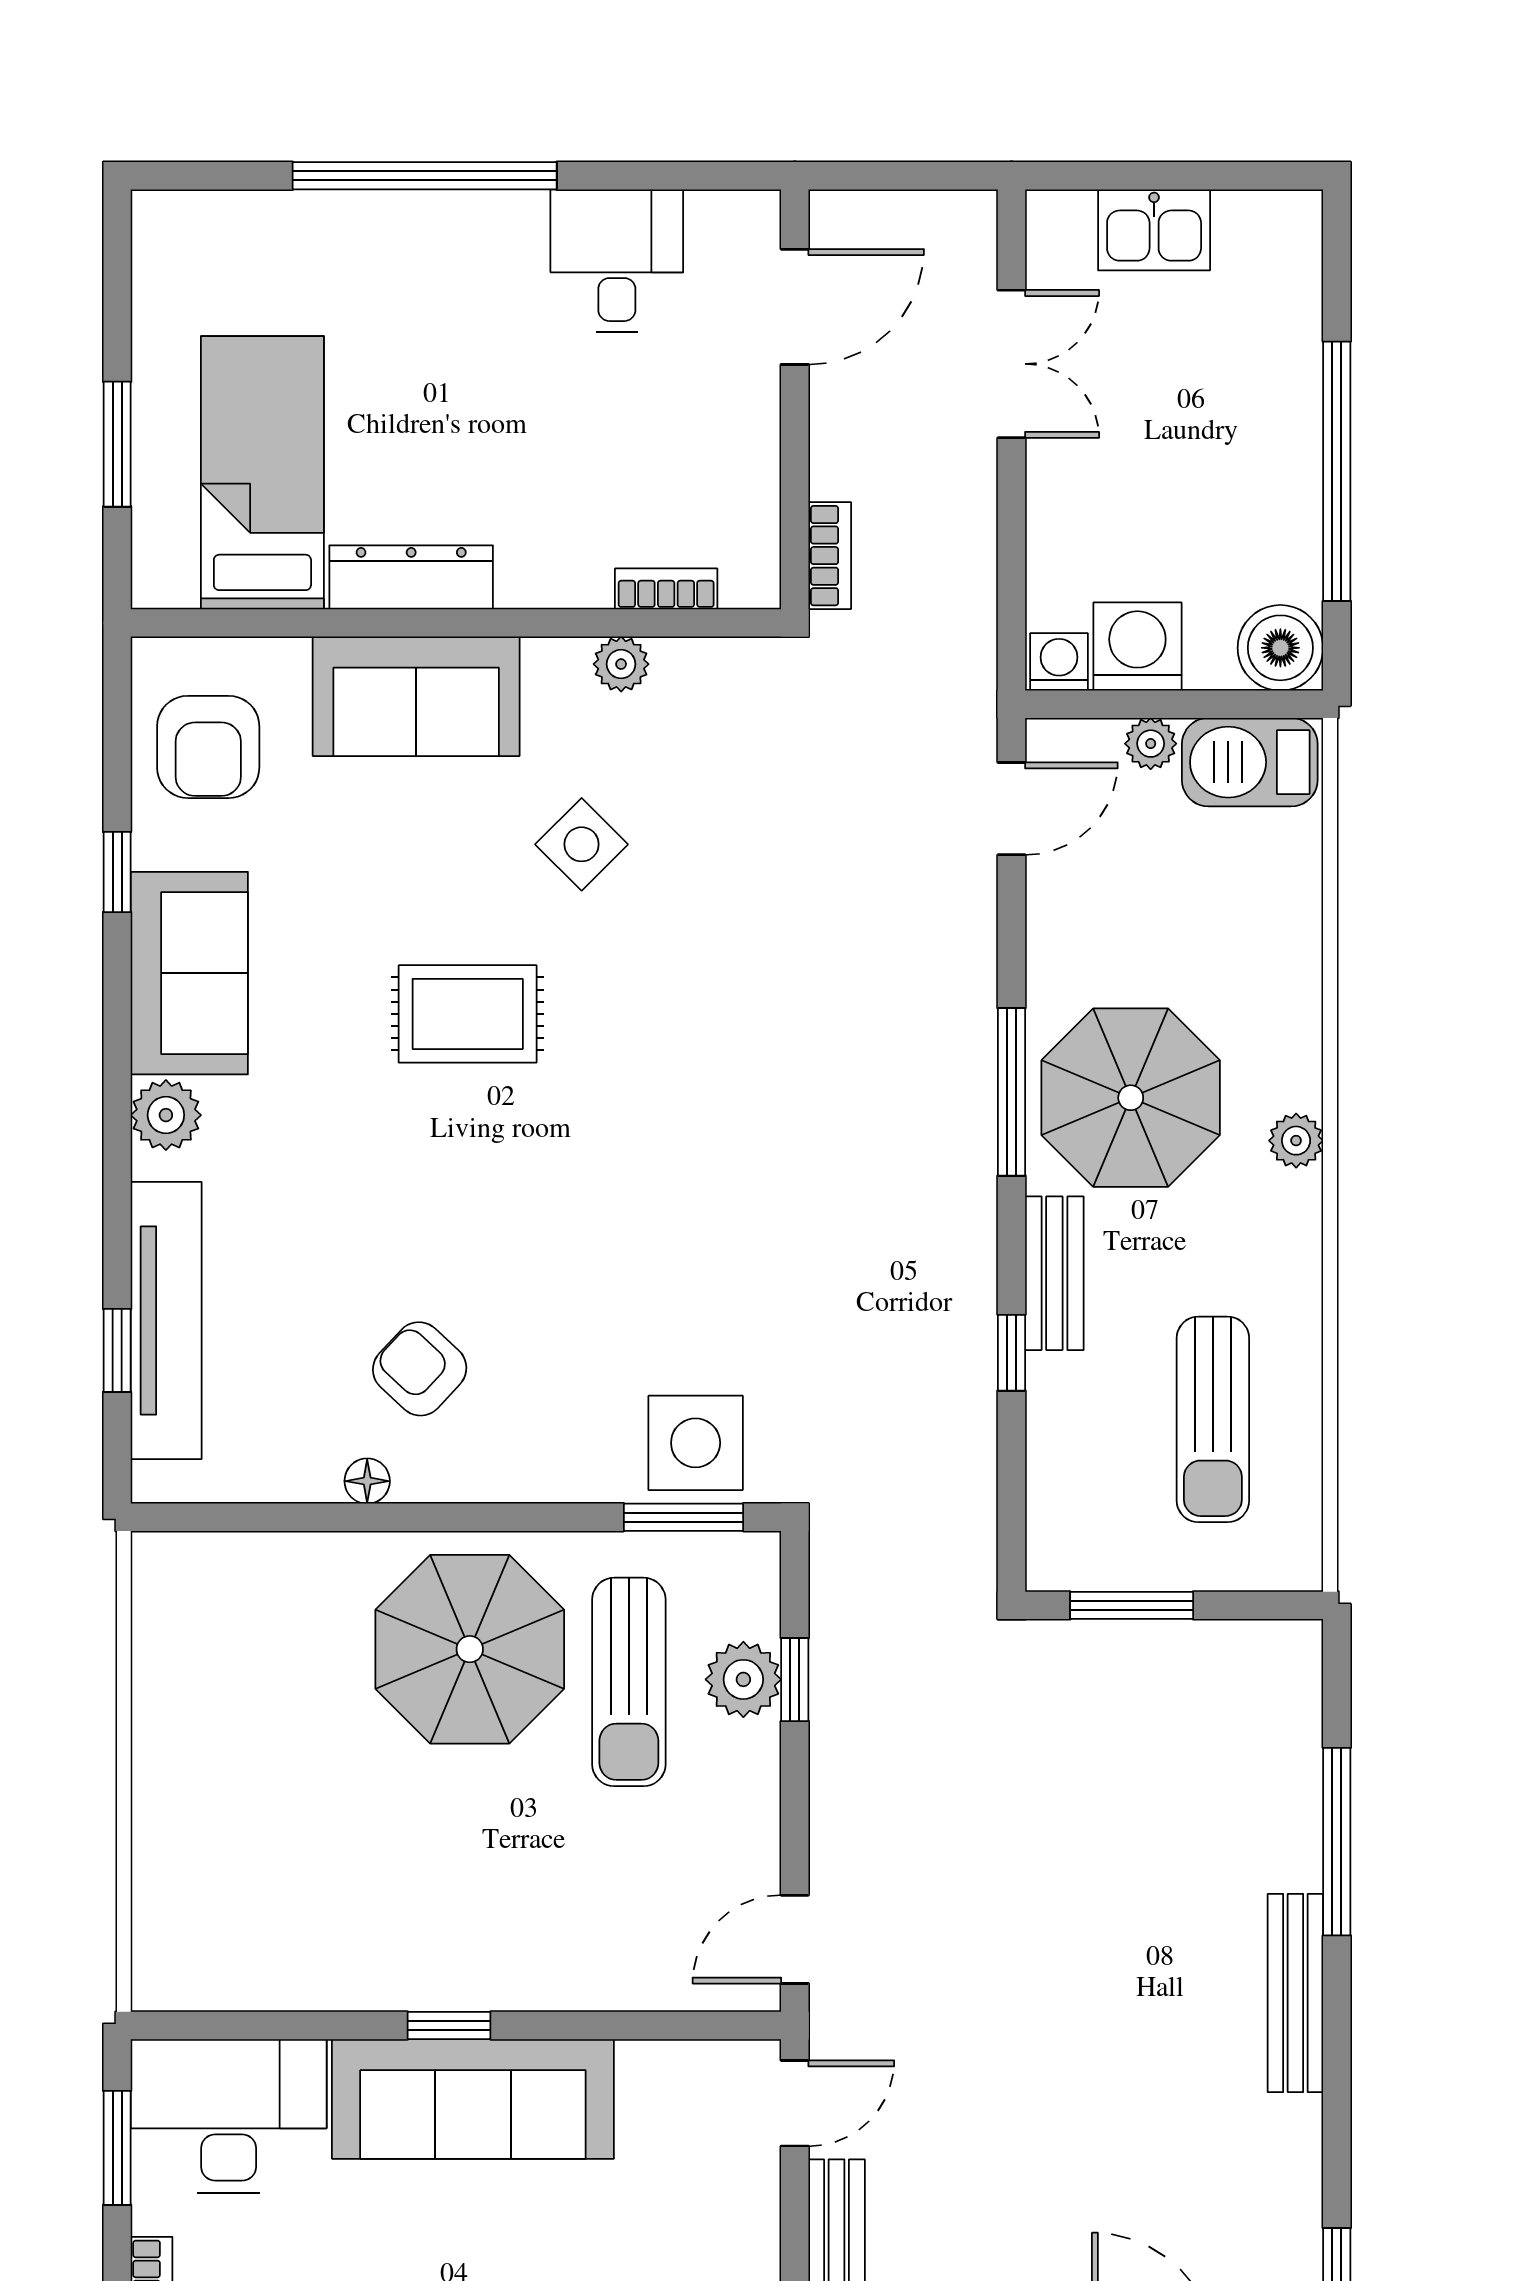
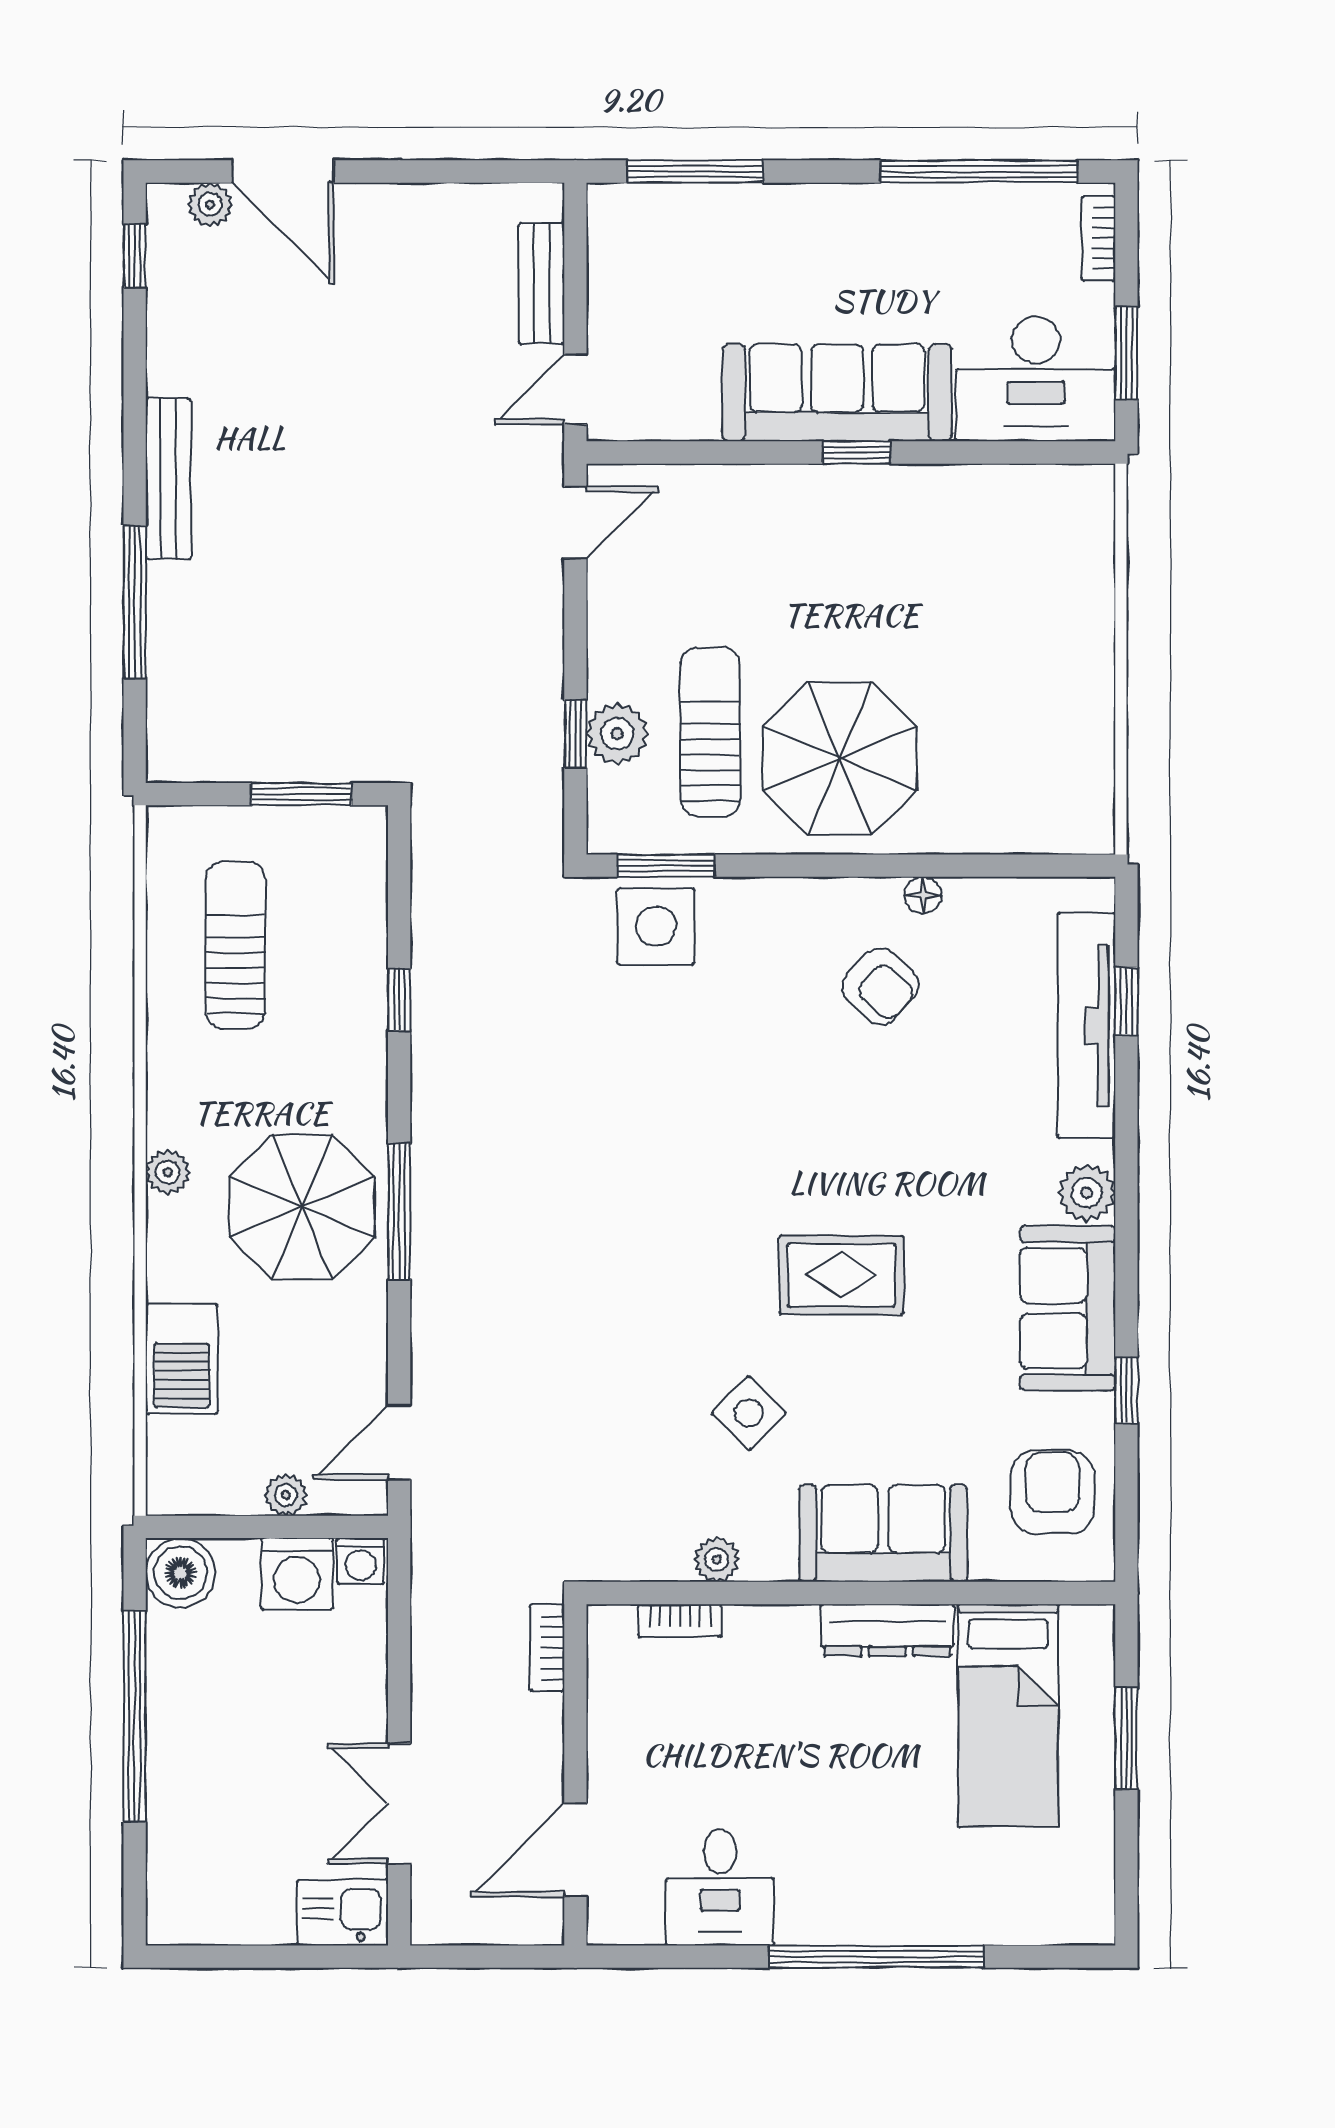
kitchen sink: (1154, 230) -> (343, 1913), moved
barbecue: (1250, 762) -> (182, 1359), moved, turned 90
bench: (1054, 1273) -> (364, 1064), removed

